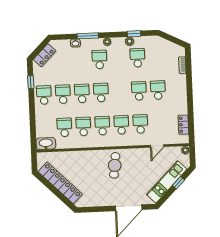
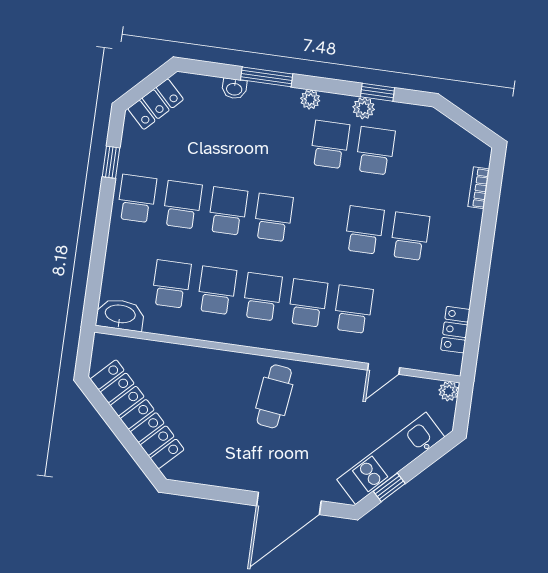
school desk: (99, 59) -> (330, 144), moved
window: (178, 183) -> (389, 487), moved

